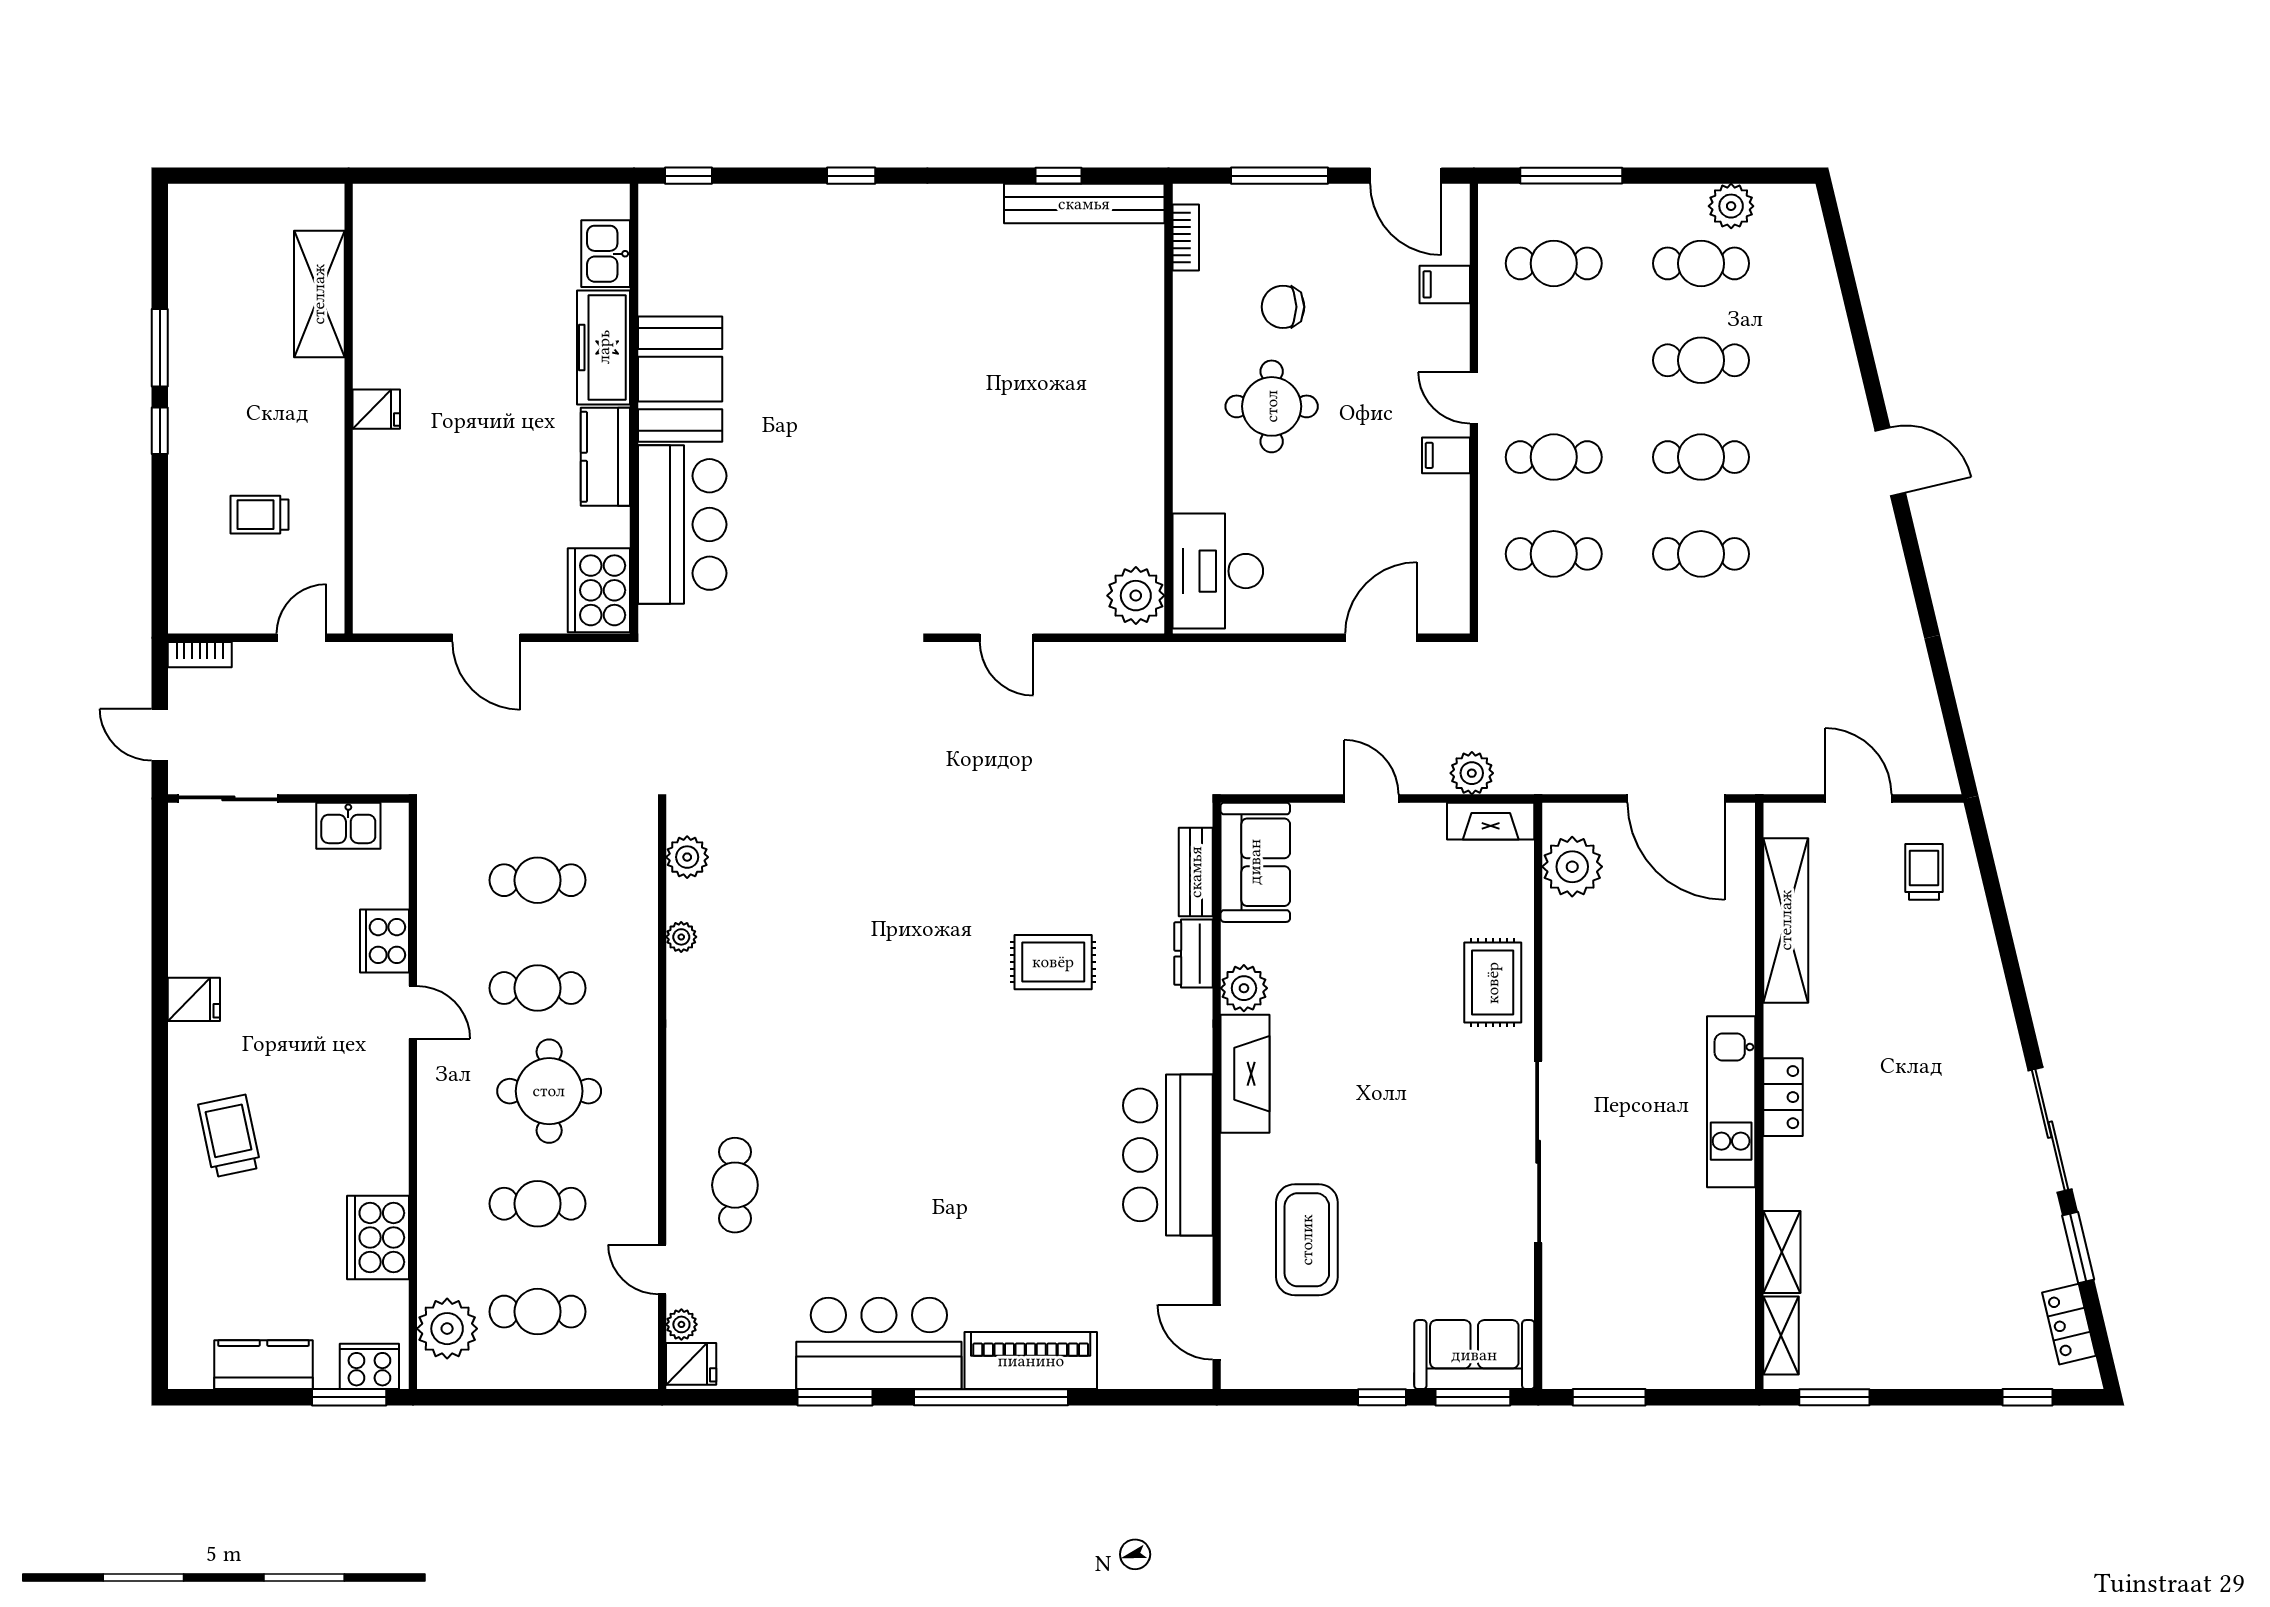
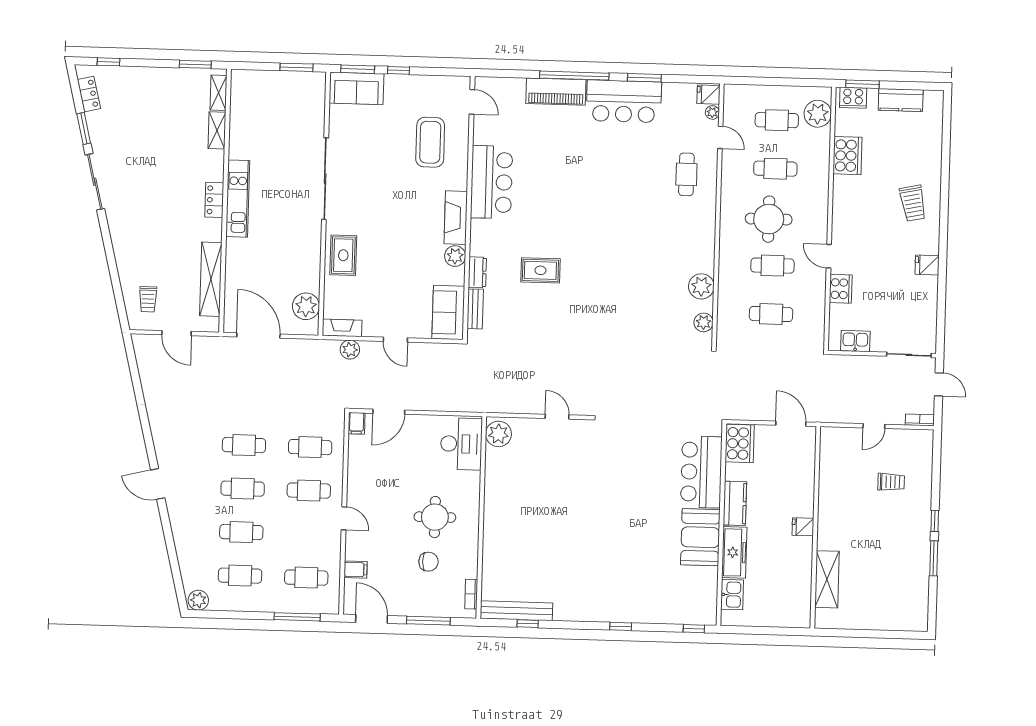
plant: (1731, 206) -> (198, 600), moved
shelving: (319, 294) -> (827, 579), moved
wall: (349, 409) -> (815, 527), moved
fridge: (376, 409) -> (803, 527), moved
filing cabinet: (1446, 455) -> (357, 423), moved, turned 90
plant: (681, 937) -> (701, 286), width x1.88, depth x1.88

